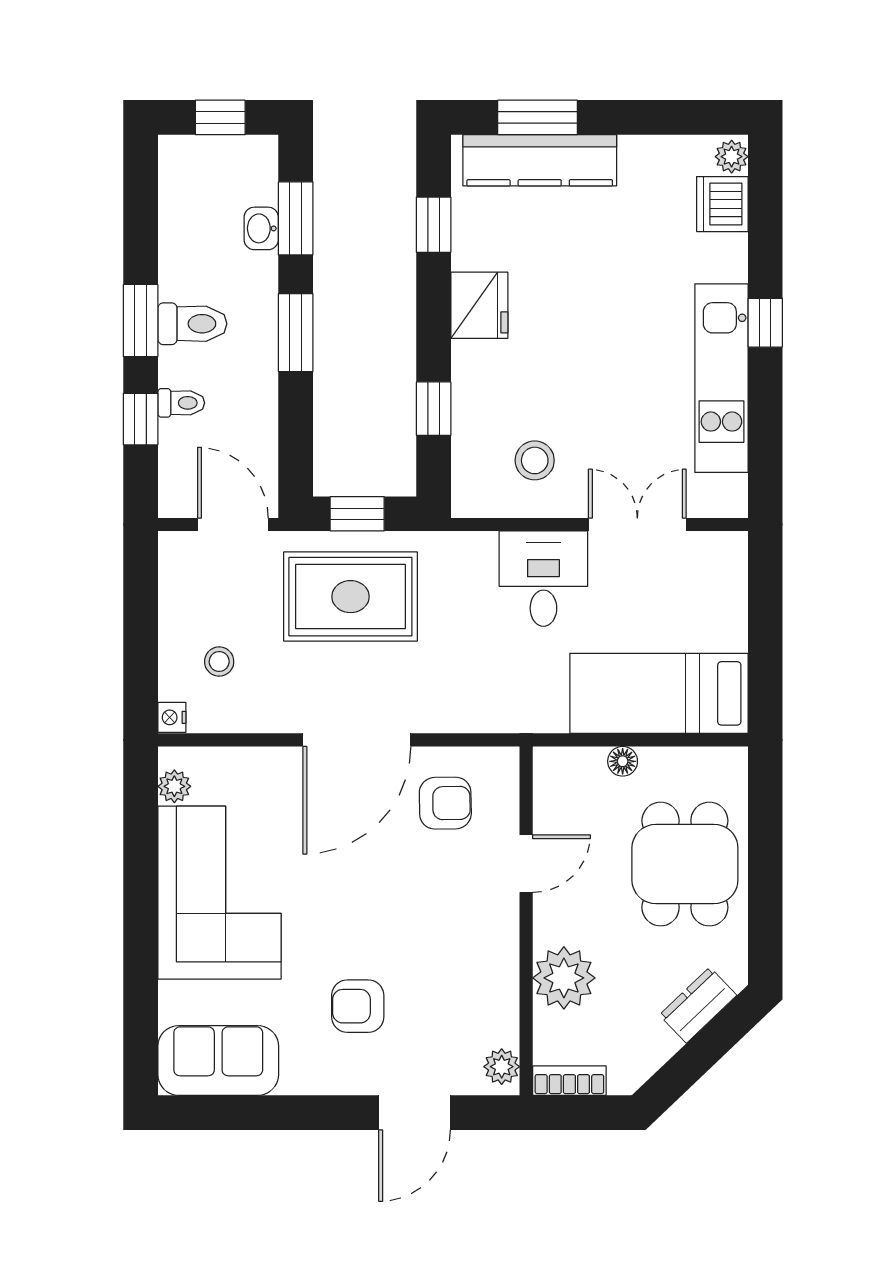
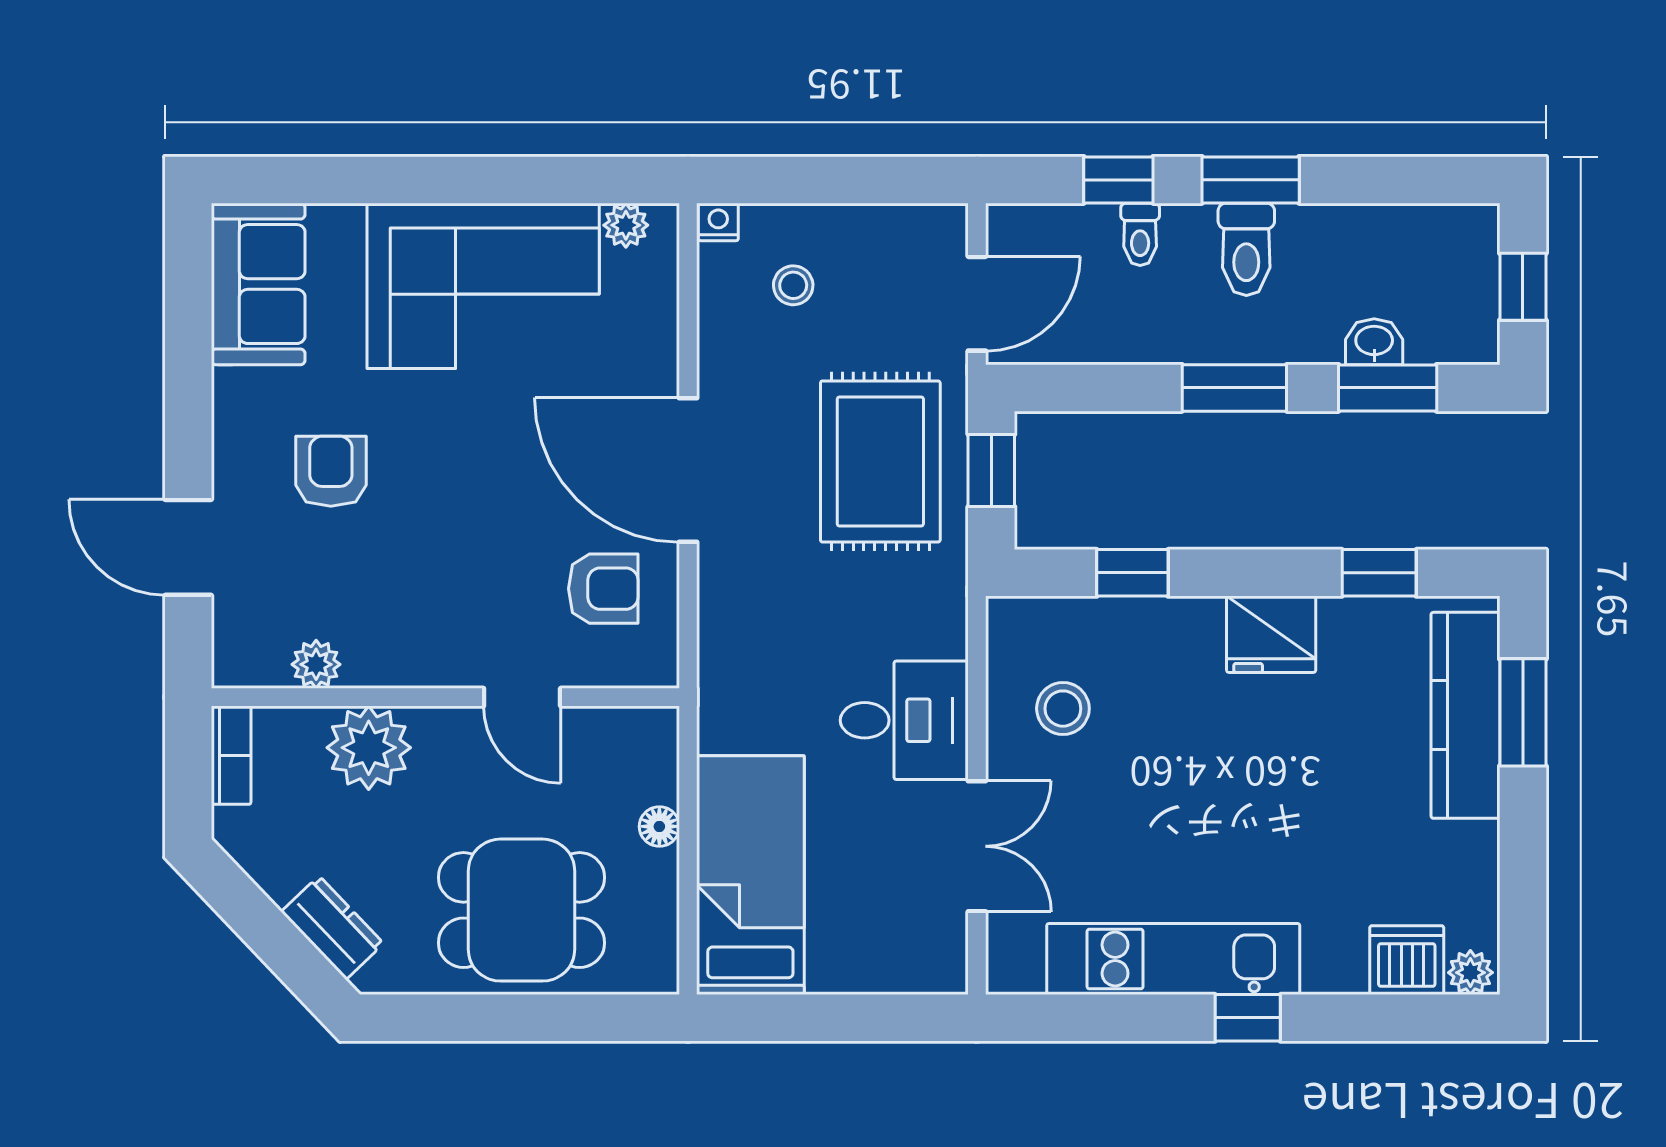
armchair: (445, 803) -> (603, 589), turned -89
plant: (502, 1067) -> (316, 664), moved

